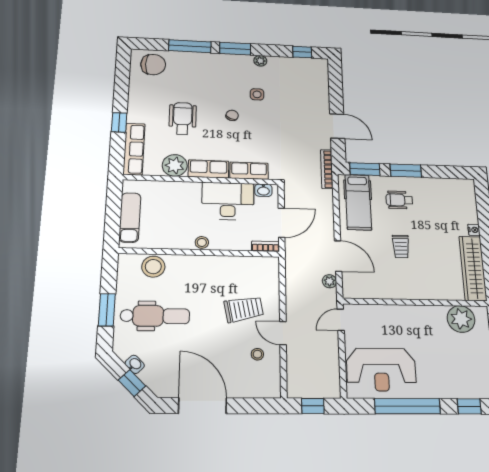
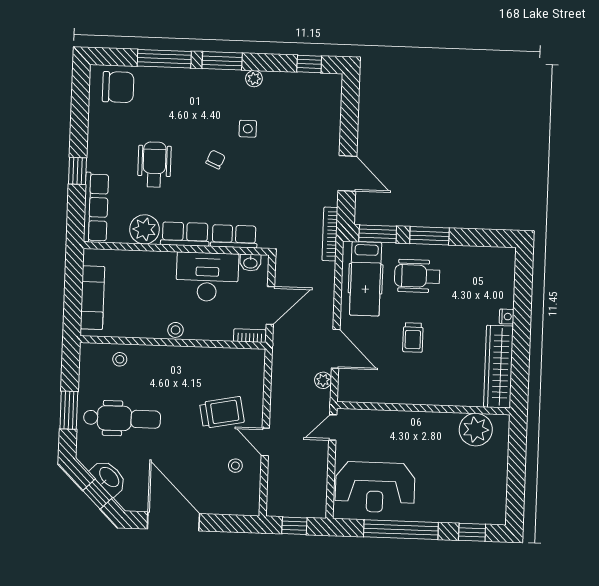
wheelchair: (399, 200) -> (417, 276), width x1.36, depth x1.37
stool: (153, 267) -> (120, 359), width x0.53, depth x0.53
washbasin: (135, 364) -> (109, 477), width x1.91, depth x1.45

